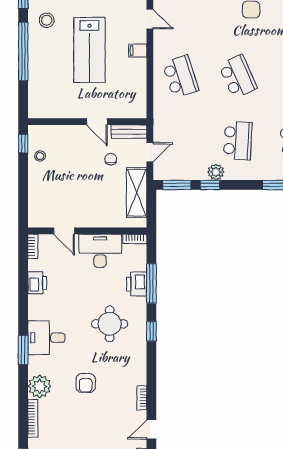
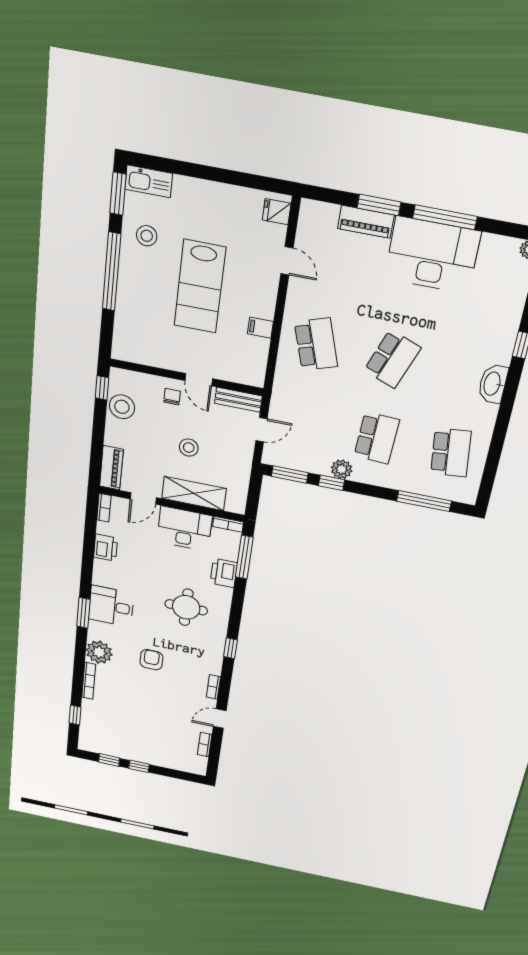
filing cabinet: (138, 51) -> (260, 328), moved
school desk: (238, 77) -> (392, 359), turned 45
stool: (40, 156) -> (122, 407), width x1.89, depth x1.89
chair: (111, 159) -> (172, 397), moved
stool: (96, 179) -> (189, 448), added
shelving: (137, 193) -> (194, 493), moved, turned 90
piano: (36, 210) -> (111, 468), added
door: (64, 231) -> (143, 498), hinge flipped
window: (151, 284) -> (244, 557), moved
window: (151, 331) -> (230, 648), moved
armchair: (86, 383) -> (151, 660), turned 180

